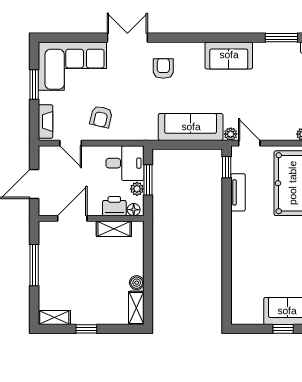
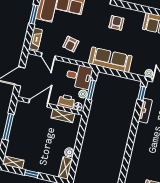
sofa: (191, 127) -> (110, 60), moved

